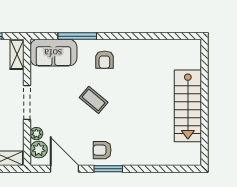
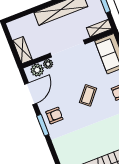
doorway: (27, 103) -> (68, 49), width x1.36
armchair: (102, 150) -> (54, 115), turned 90

